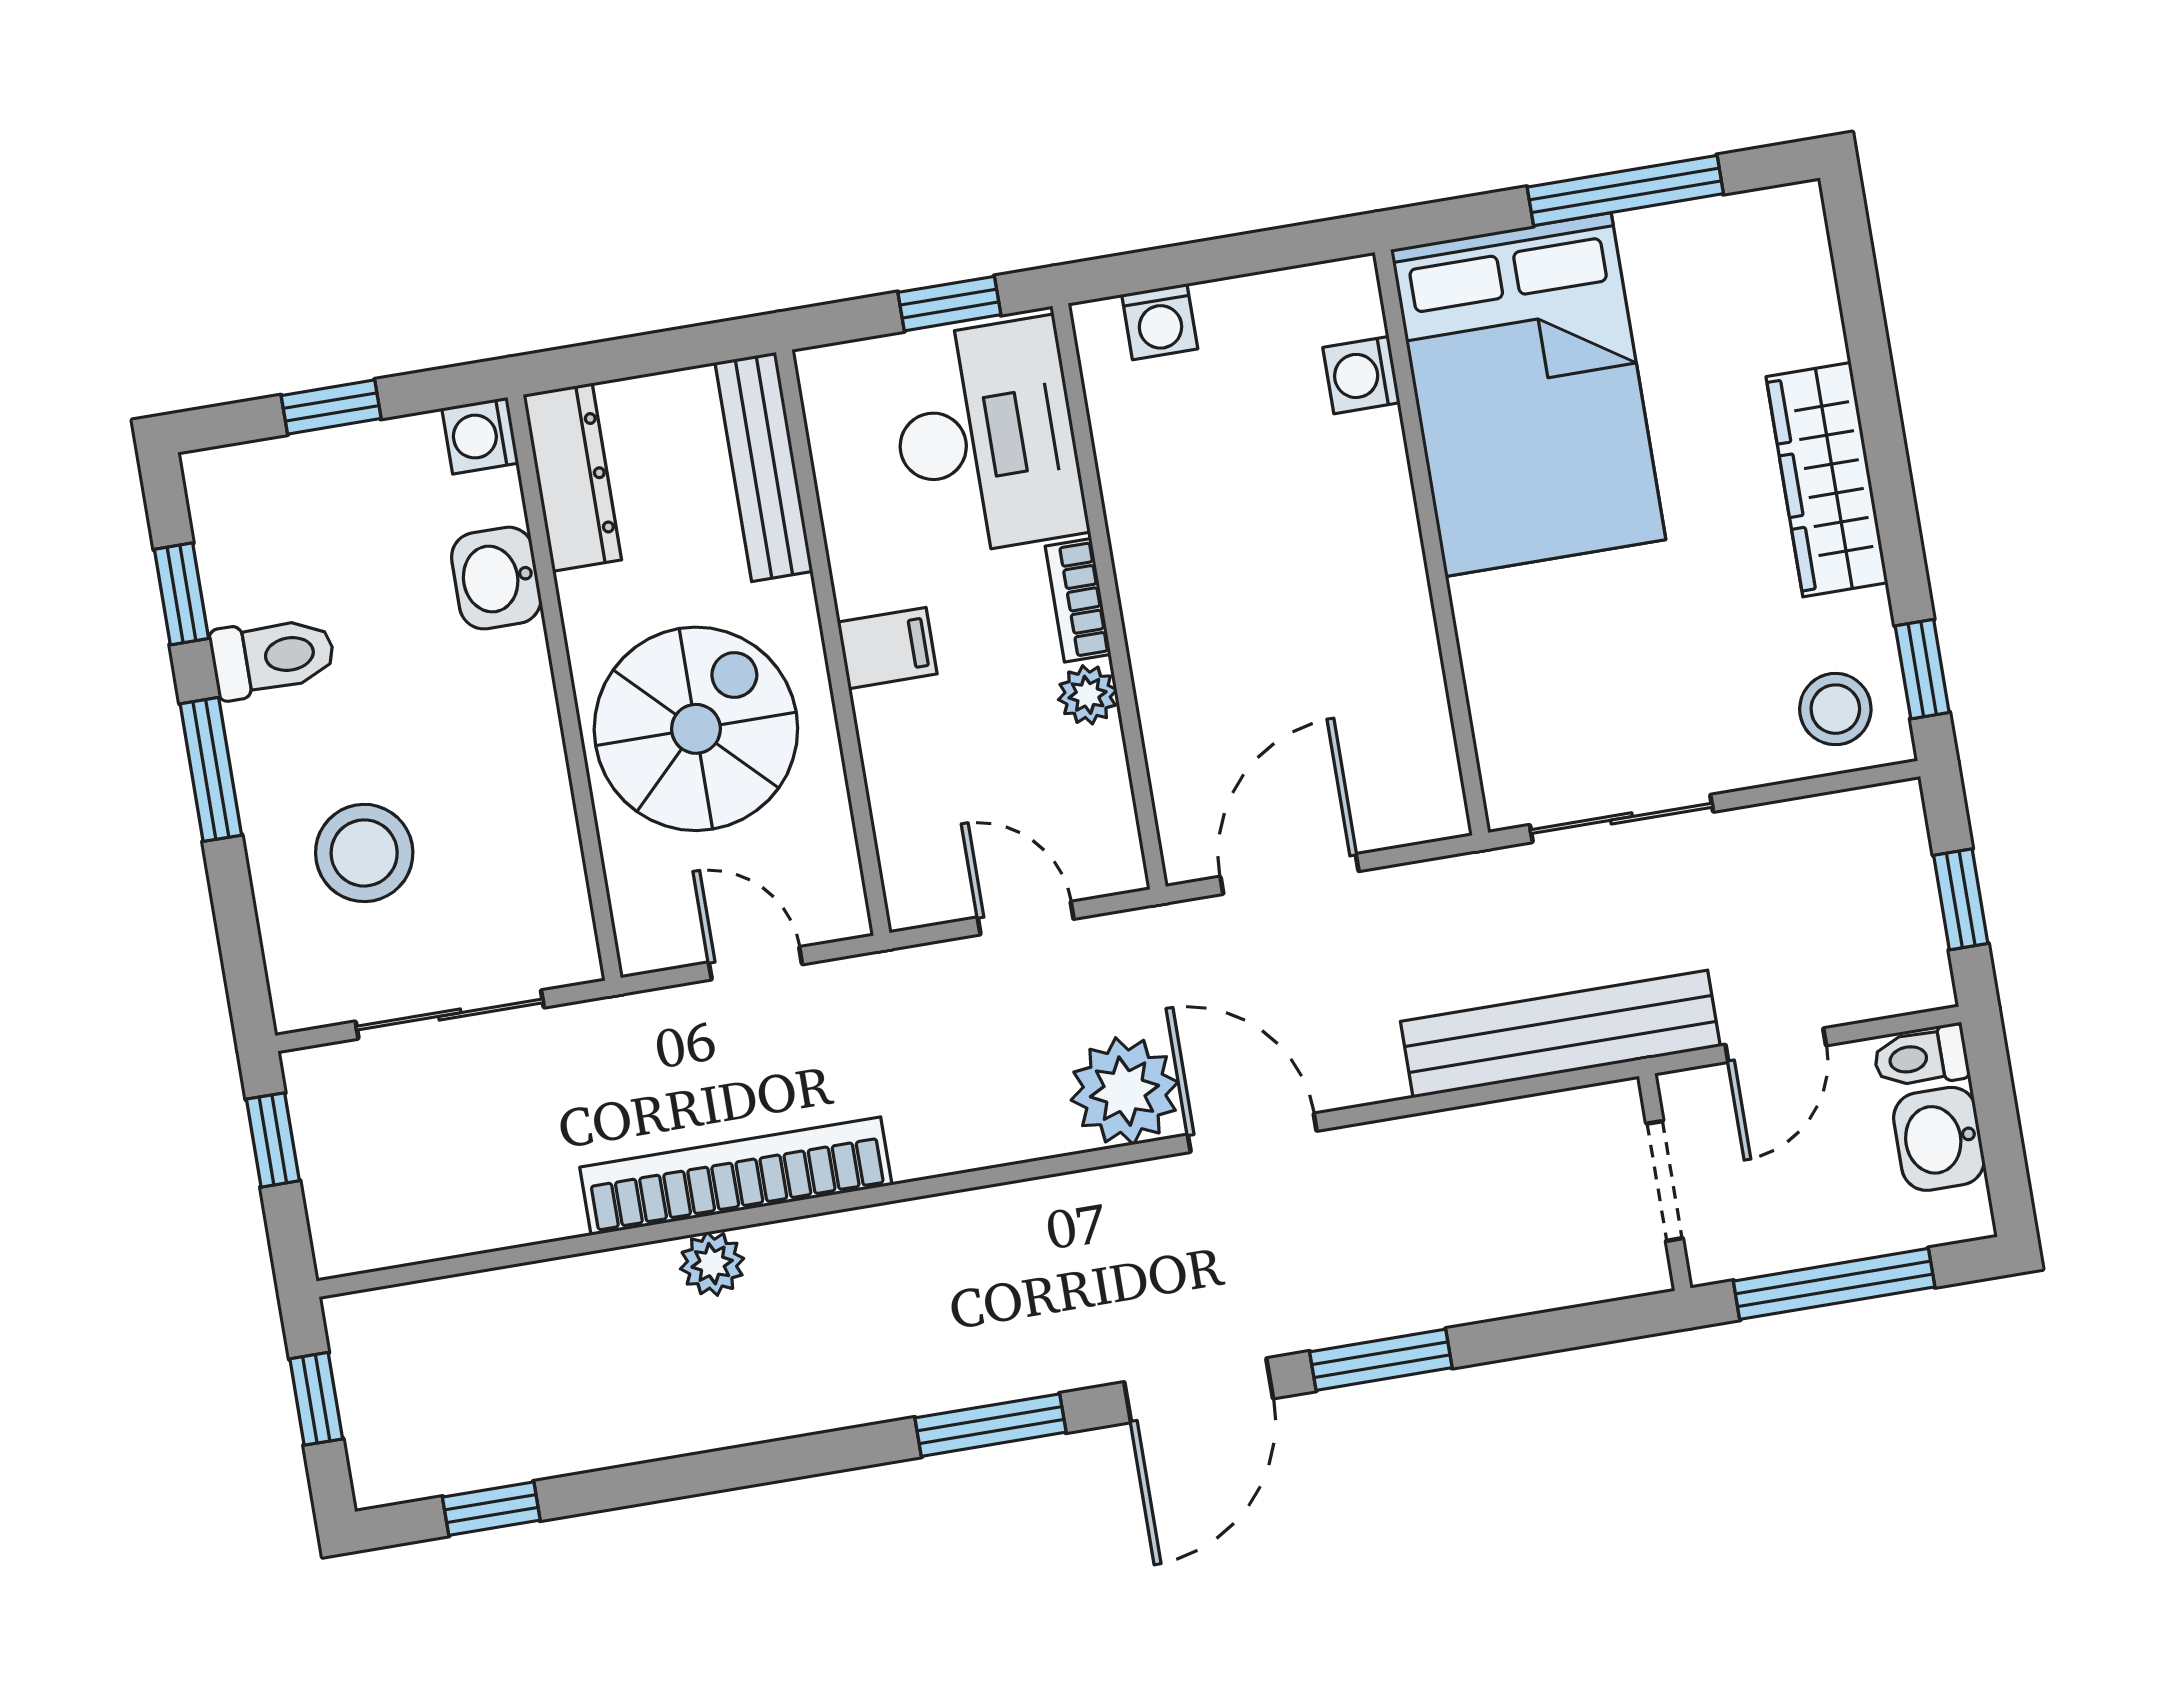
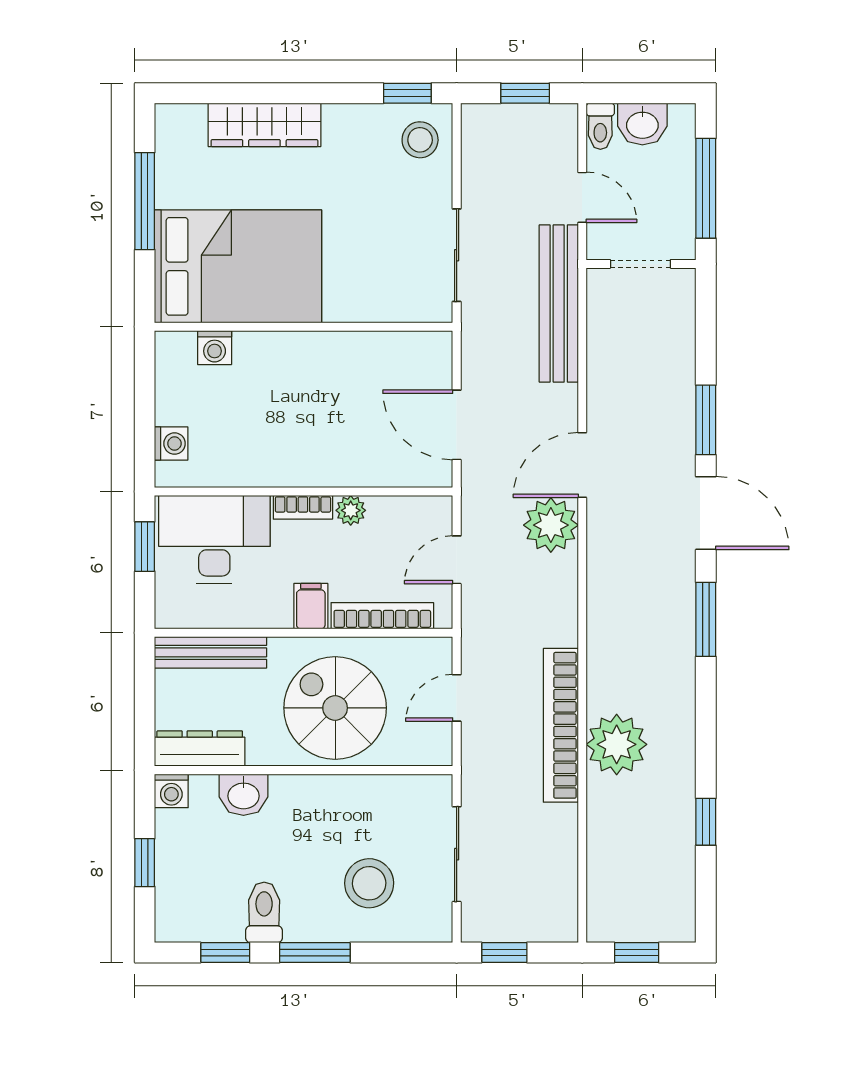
wardrobe: (1827, 480) -> (264, 125), moved
bookcase: (892, 791) -> (382, 616), added
plant: (712, 1264) -> (617, 744), width x1.87, depth x1.87
window: (491, 1509) -> (706, 822), moved

